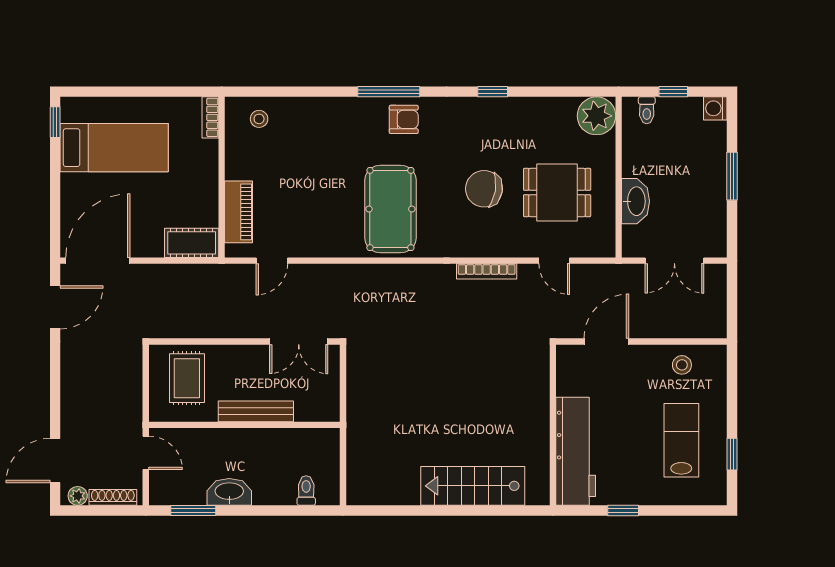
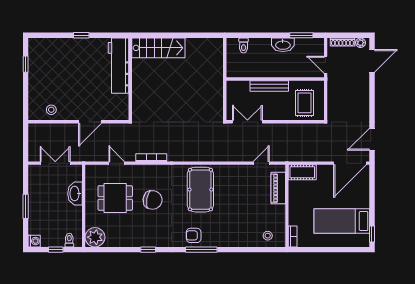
wall: (553, 425) -> (130, 79), moved
lab bench: (681, 440) -> (52, 71), removed
workbench: (576, 451) -> (119, 66), moved

